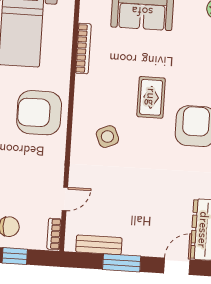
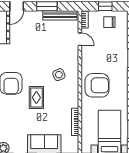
door: (65, 199) -> (80, 39), swing flipped
bench: (99, 245) -> (60, 15), width x1.36

